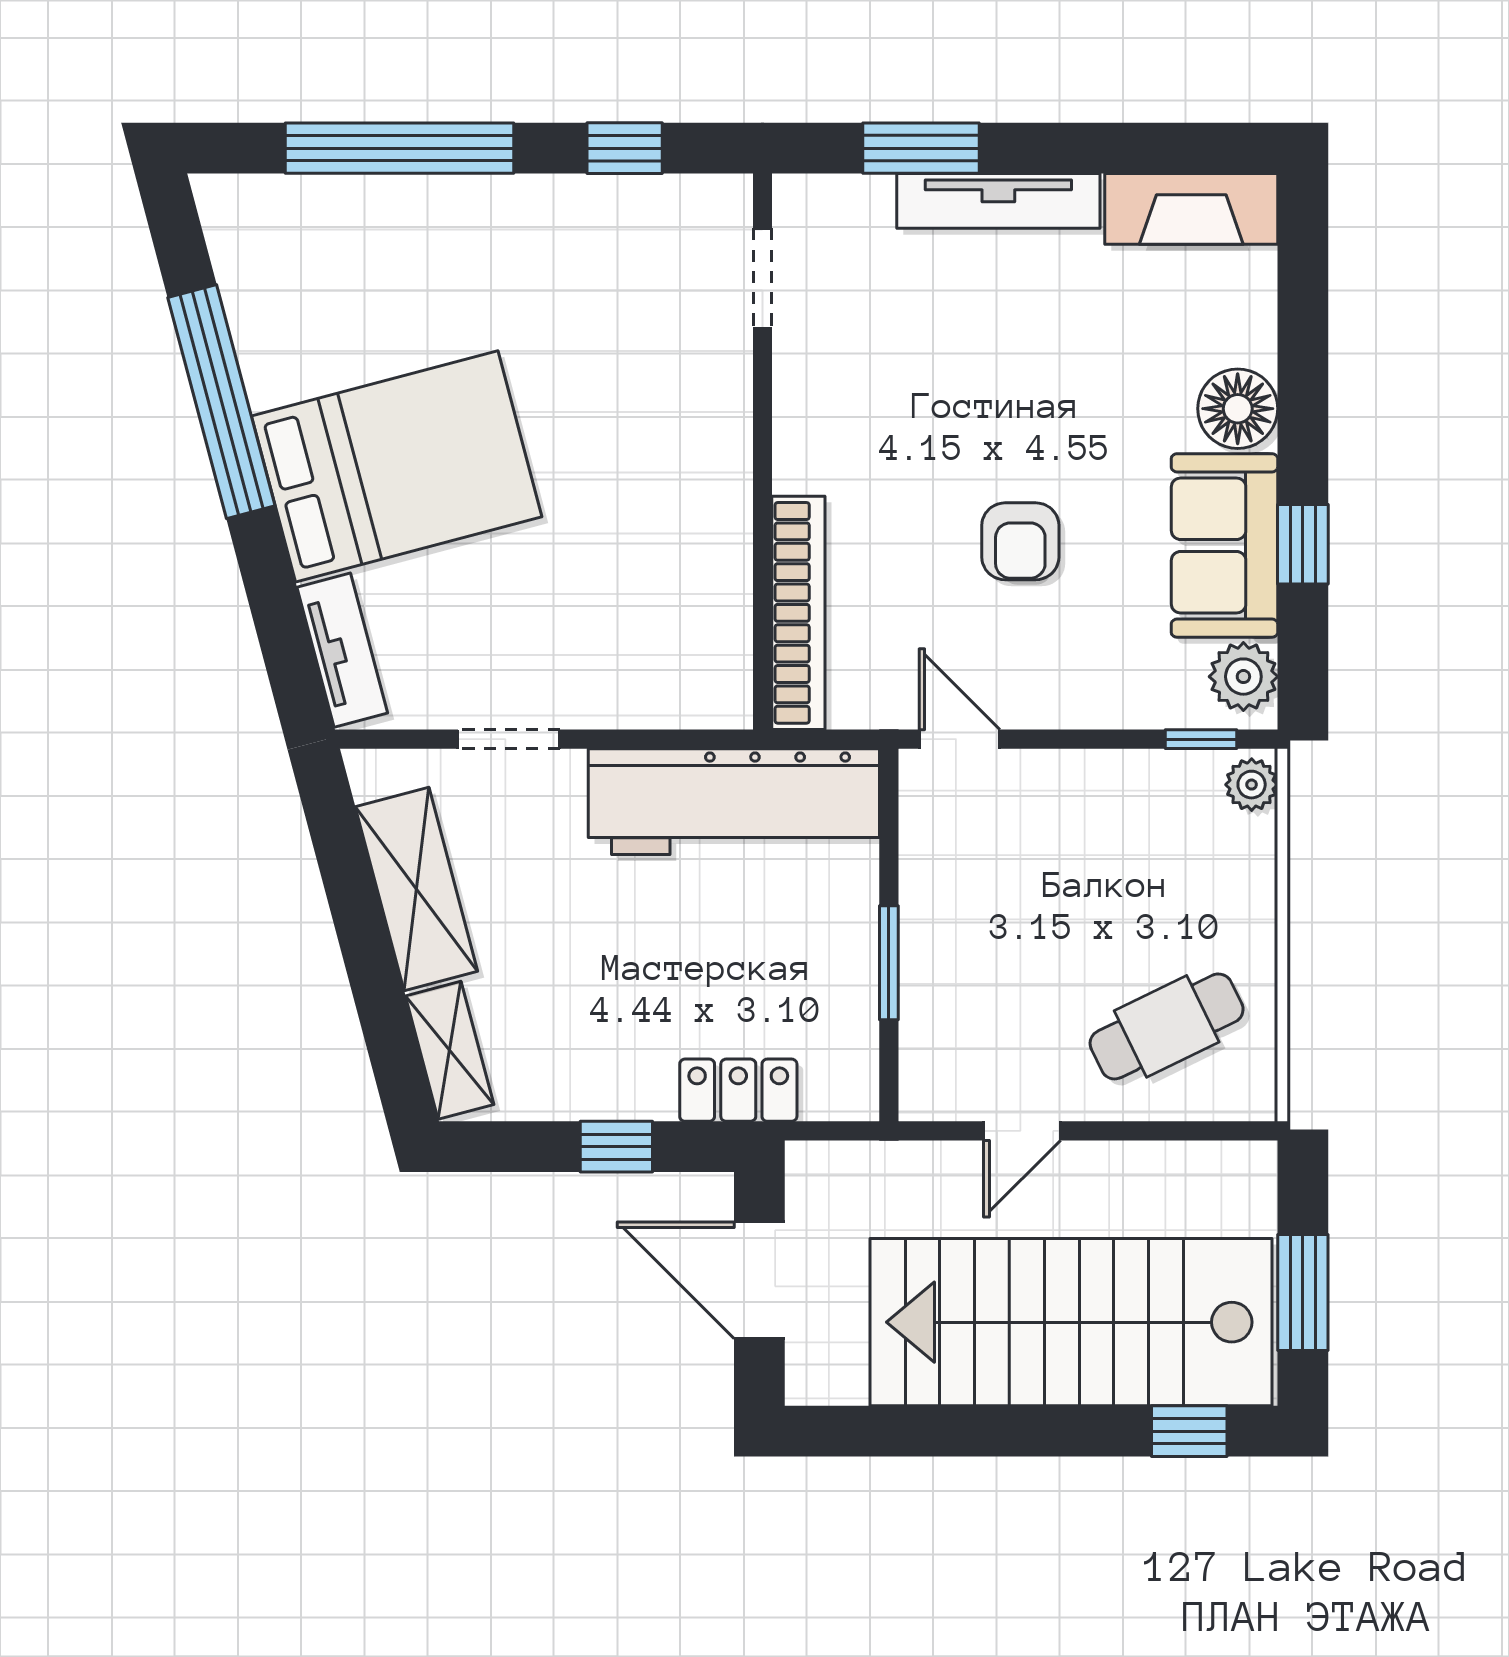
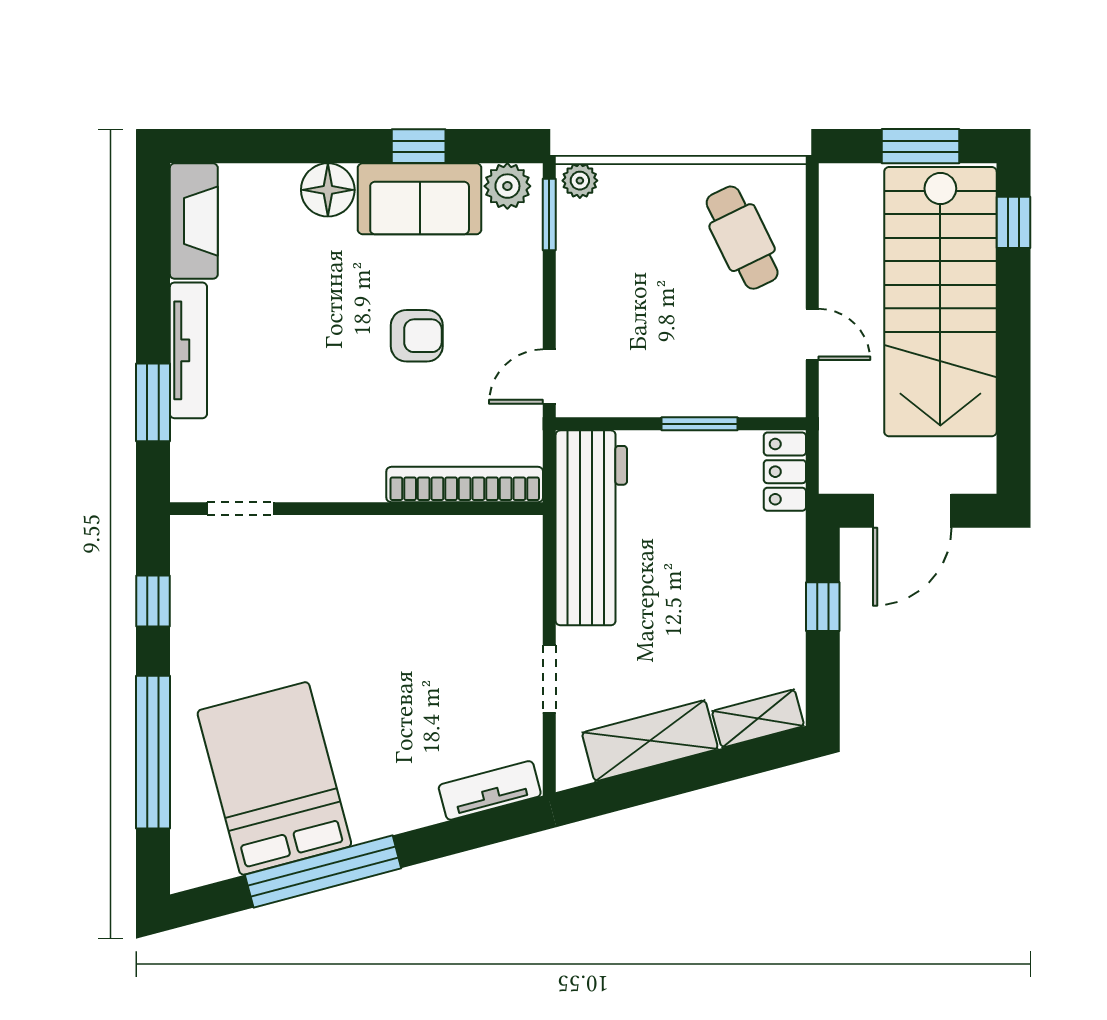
bed: (397, 466) -> (274, 778), moved
window: (1201, 739) -> (549, 214), width x1.50
locker: (738, 1090) -> (785, 472), moved

